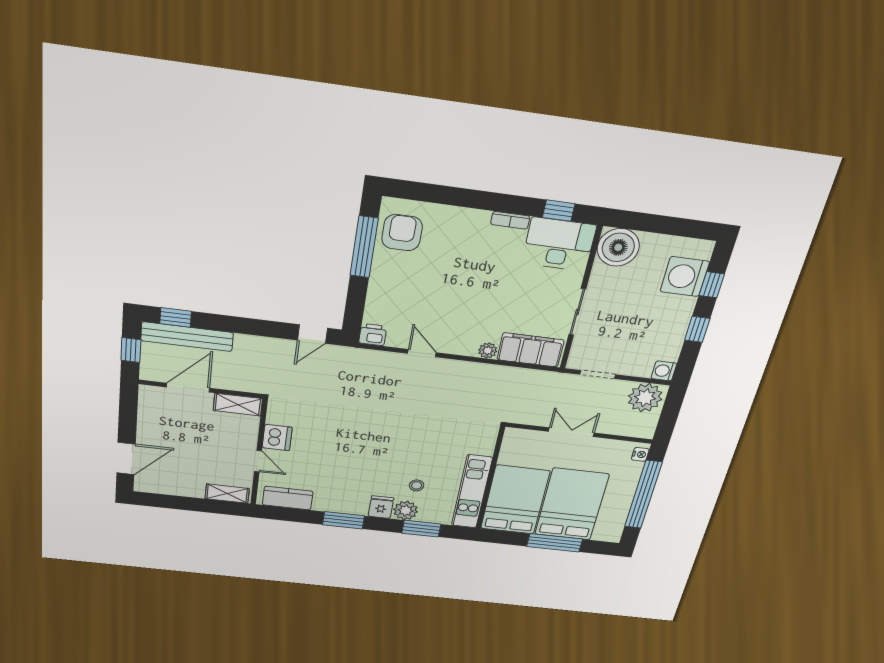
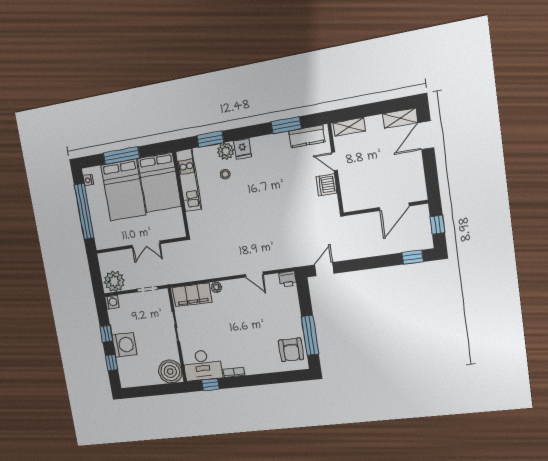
washing machine: (685, 277) -> (124, 345), moved
bench: (187, 337) -> (403, 245), removed
shelving: (238, 405) -> (400, 118), moved
nightstand: (640, 454) -> (88, 180), moved
window: (343, 520) -> (286, 125), moved

